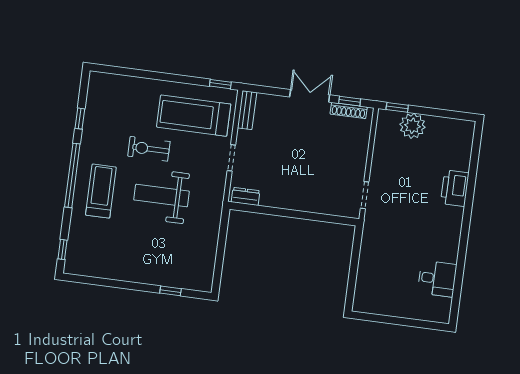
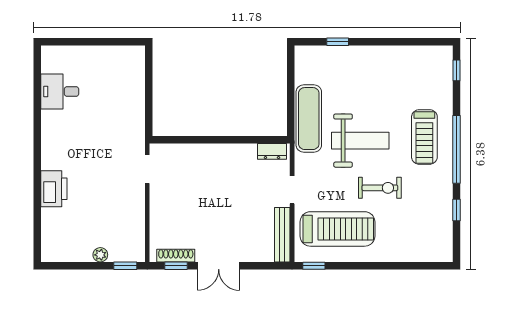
bench: (247, 110) -> (282, 235), width x1.36
plant: (413, 126) -> (100, 255), width x0.53, depth x0.53
exercise mat: (207, 223) -> (309, 119), added

